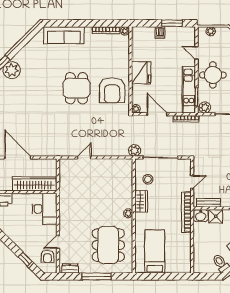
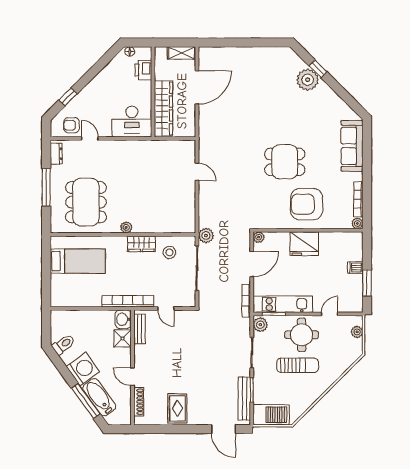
armchair: (112, 90) -> (307, 204), moved
dining table: (108, 245) -> (86, 202), turned 90

